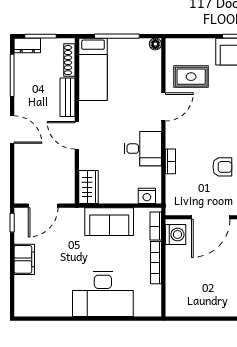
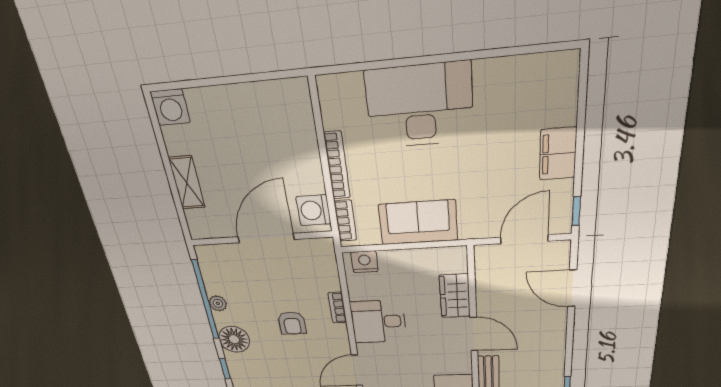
door: (12, 129) -> (572, 288), moved
armchair: (222, 167) -> (292, 323), moved, turned -90
wardrobe: (89, 187) -> (455, 296), moved

